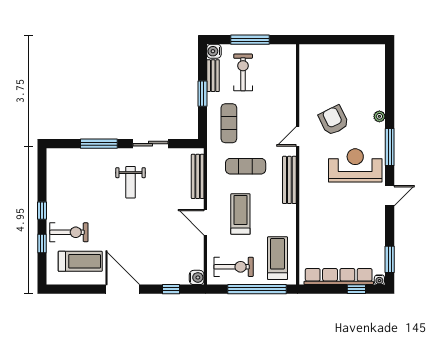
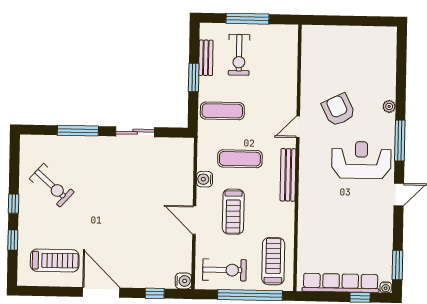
water cooler: (214, 51) -> (205, 179), moved
exercise bike: (243, 72) -> (239, 55), turned 180
exercise mat: (229, 123) -> (222, 111), turned 90
bench: (198, 176) -> (187, 169), removed
weight bench: (131, 182) -> (112, 174), removed
treadmill: (240, 214) -> (233, 212), turned 180
exercise bike: (69, 232) -> (52, 185), moved, turned 42

